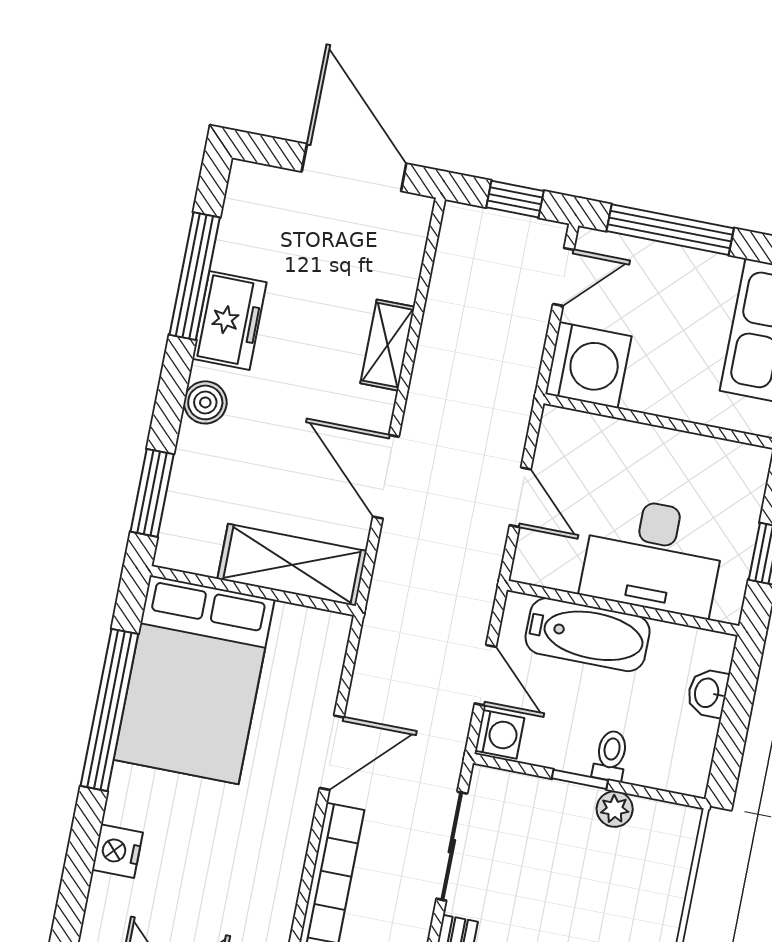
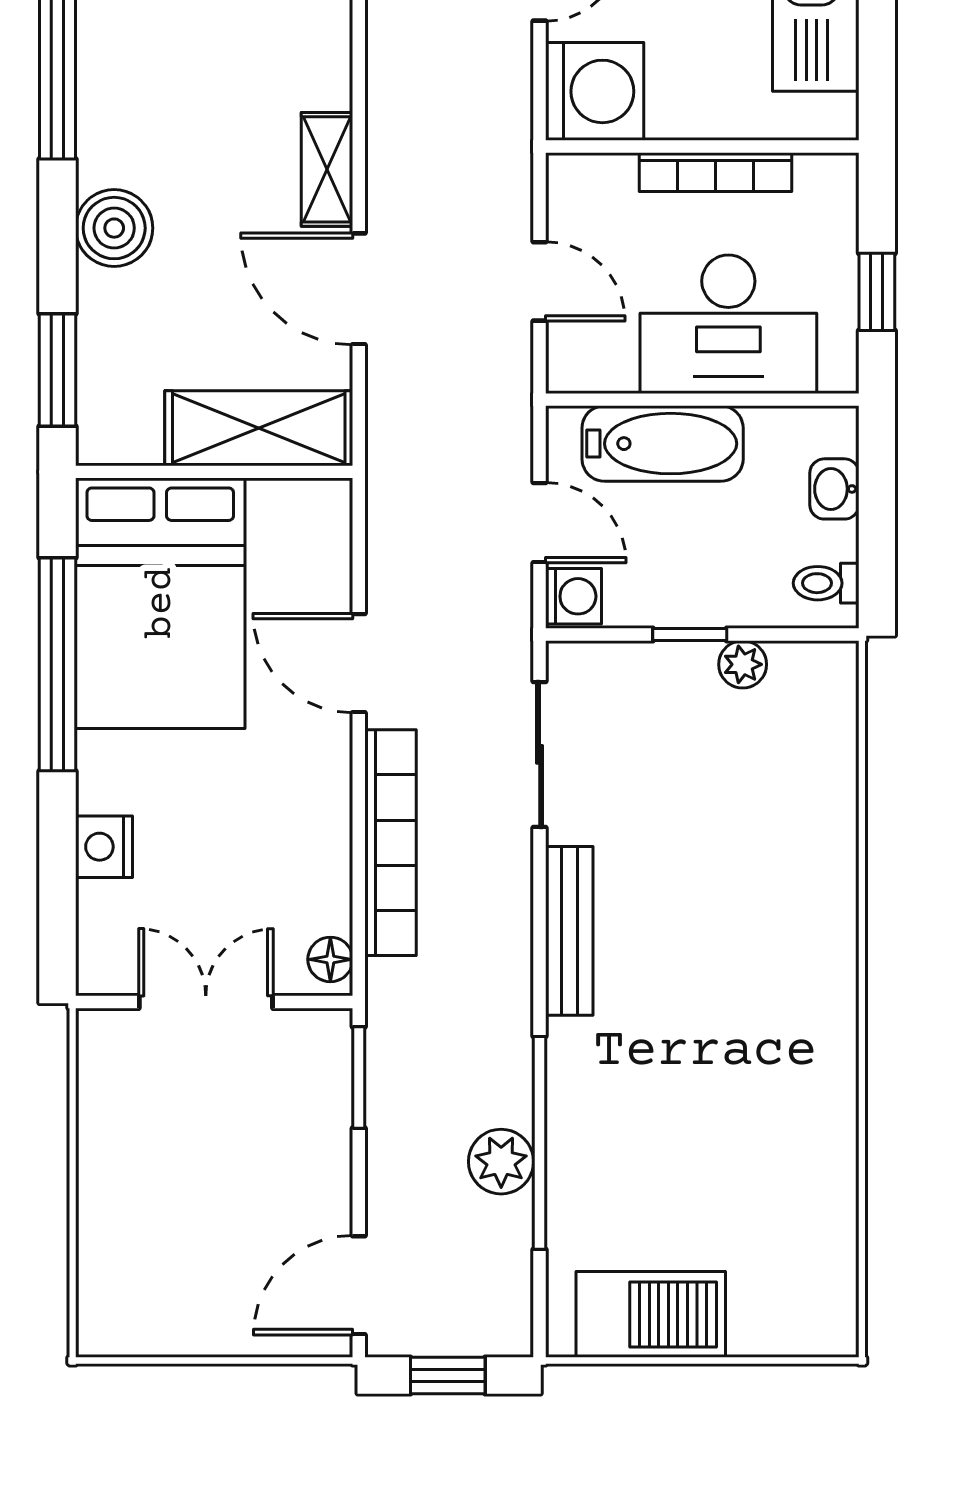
freezer: (229, 320) -> (114, 125), removed
shelving: (387, 345) -> (327, 169), moved
boiler: (205, 402) -> (114, 228), width x1.36, depth x1.36
bookcase: (666, 442) -> (715, 172), added
door: (332, 753) -> (359, 663), swing flipped
toilet: (611, 756) -> (826, 583), moved, turned -90

